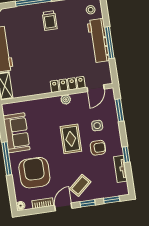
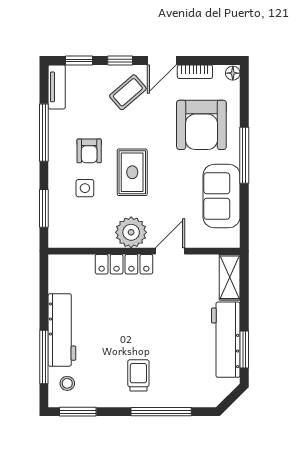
window: (109, 43) -> (44, 357), moved
door: (96, 88) -> (170, 251), moved
plant: (66, 99) -> (131, 232), width x1.88, depth x1.88
armchair: (98, 148) -> (89, 151), turned -90
window: (126, 154) -> (44, 133), width x2.17
tv unit: (120, 169) -> (57, 87), moved

